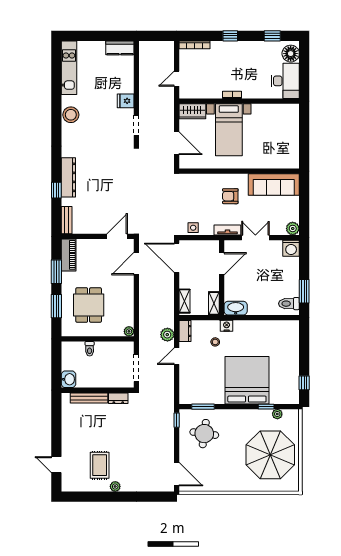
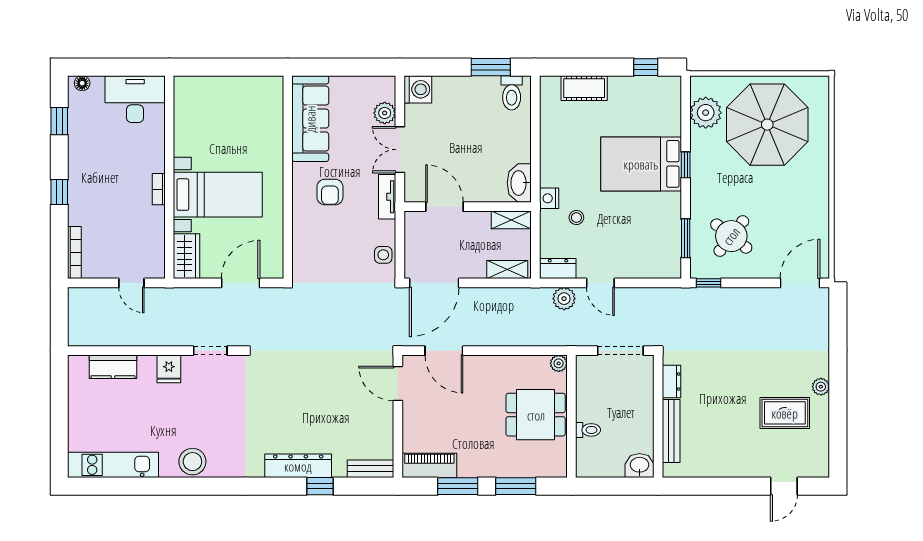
kitchen counter: (120, 48) -> (113, 367), moved, turned 90
floor lamp: (291, 54) -> (82, 83), width x0.53, depth x0.53
plant: (293, 228) -> (385, 113), moved
dining table: (89, 305) -> (536, 415), moved
cot: (292, 346) -> (584, 88), added
bed: (247, 380) -> (641, 164), width x0.73
window: (266, 407) -> (686, 165), moved
plant: (277, 414) -> (706, 113), width x1.88, depth x1.88
round table: (204, 434) -> (731, 236), turned 30

